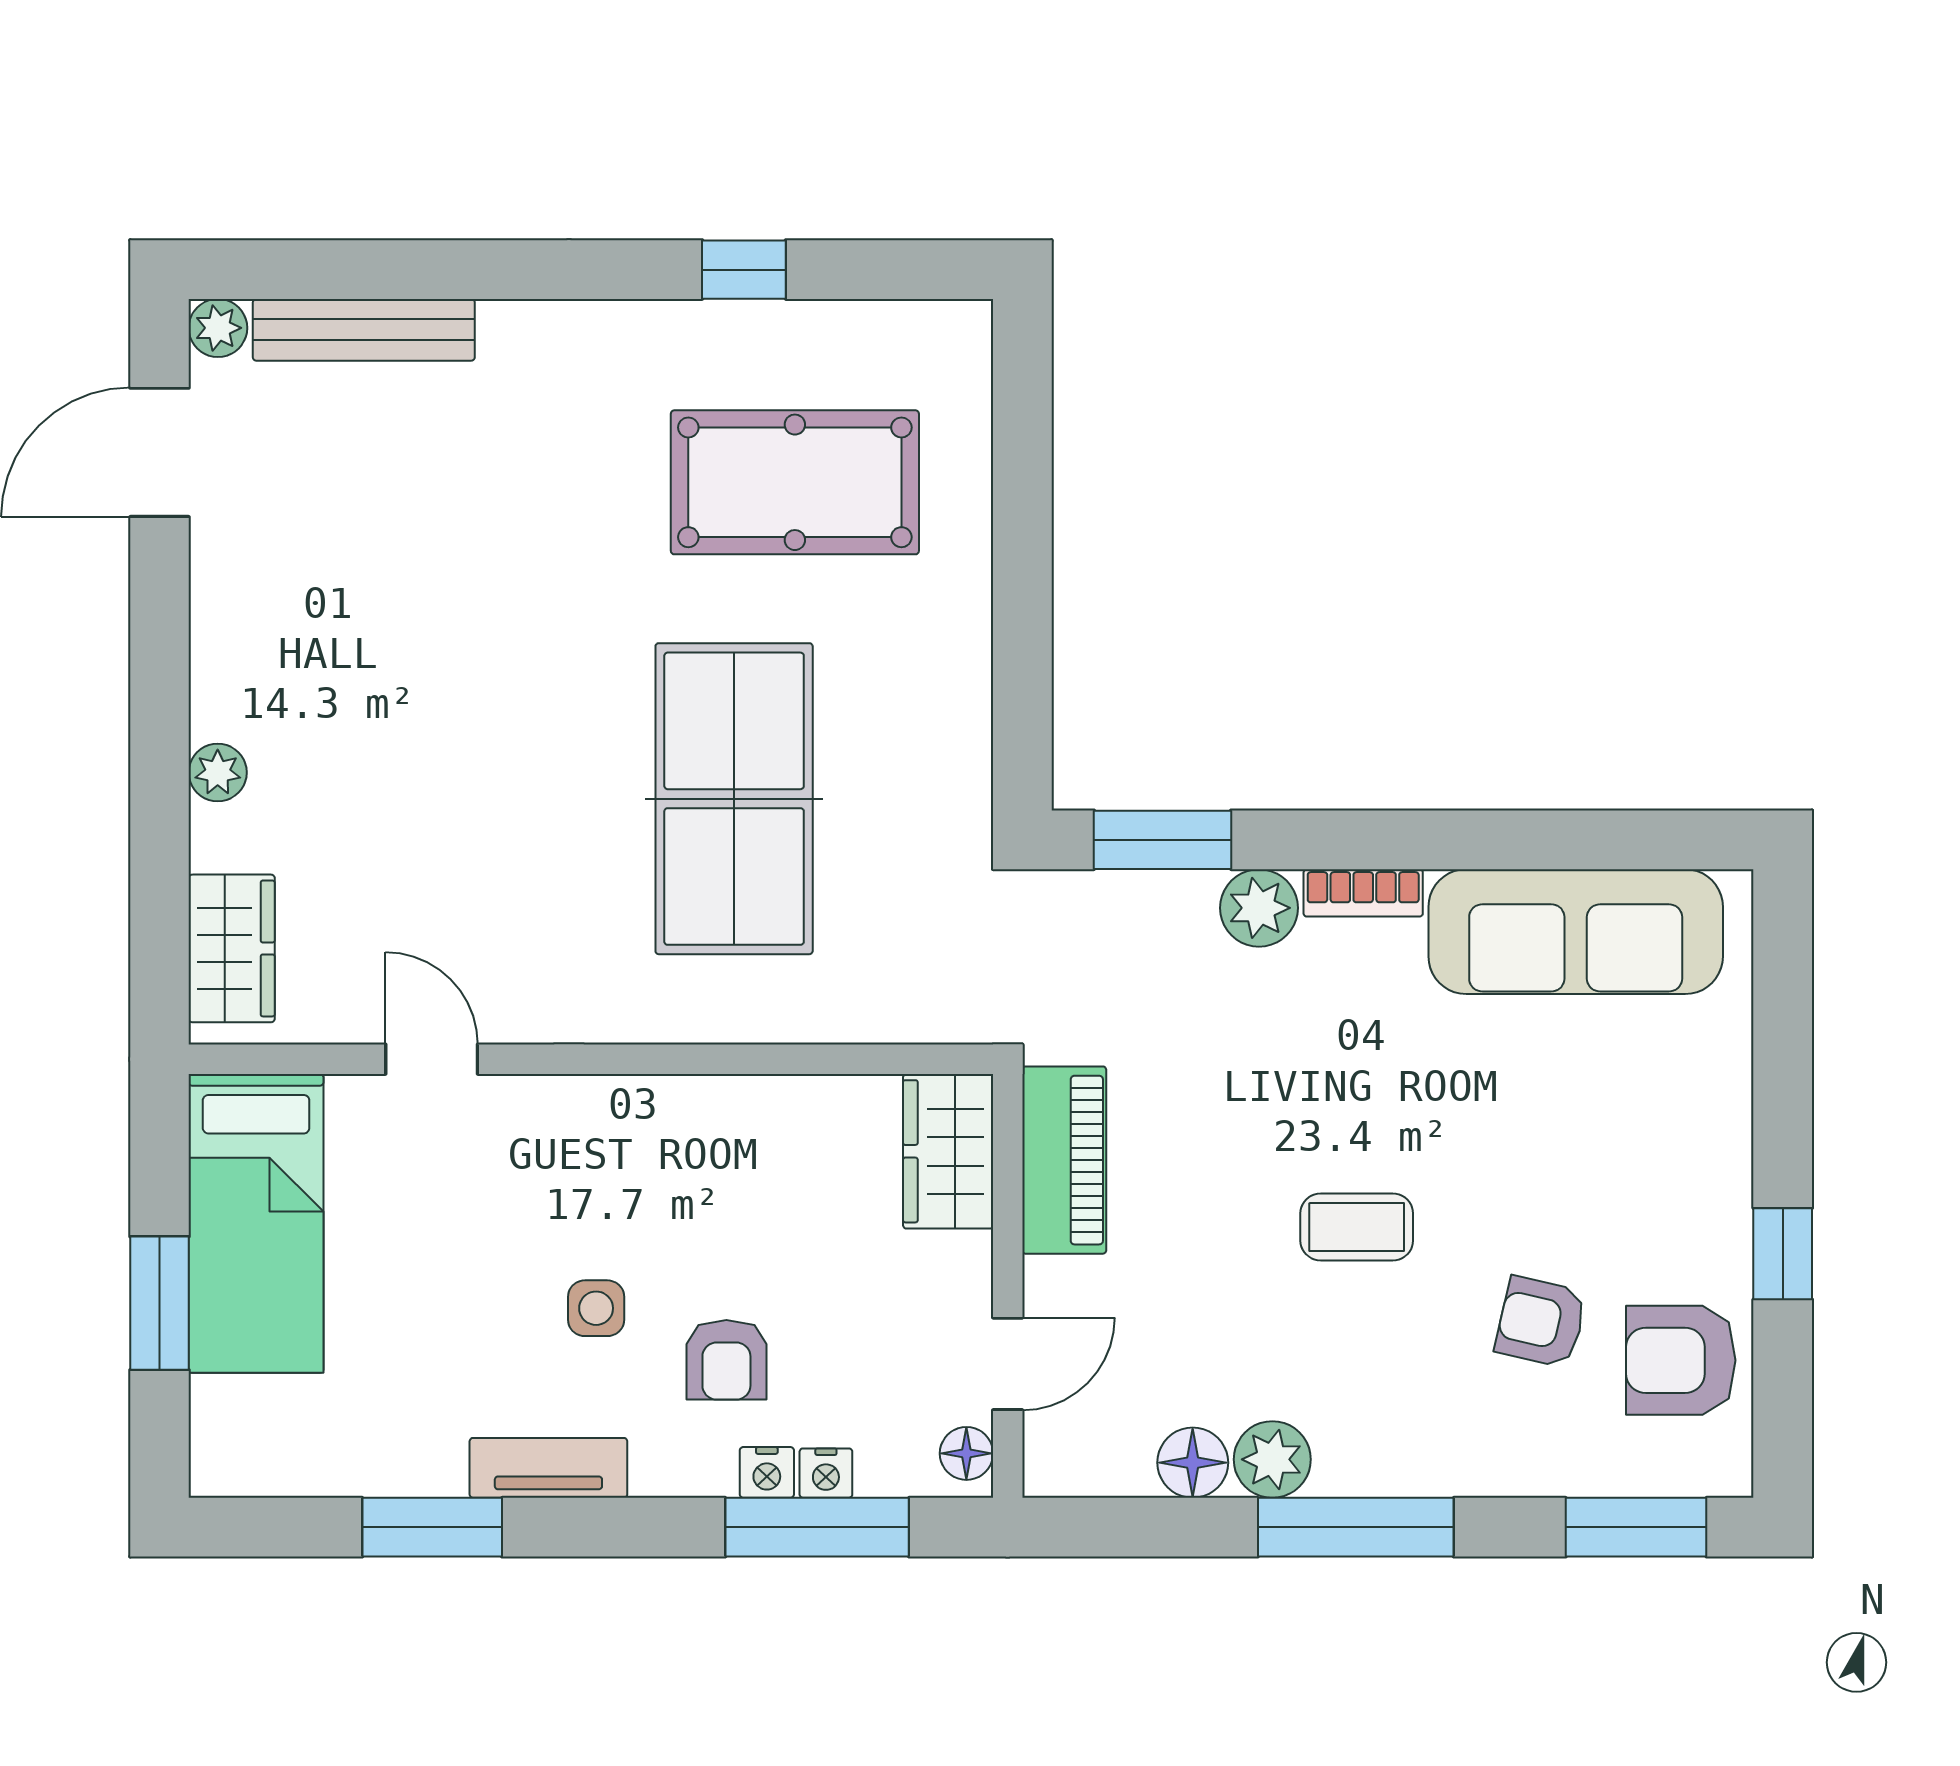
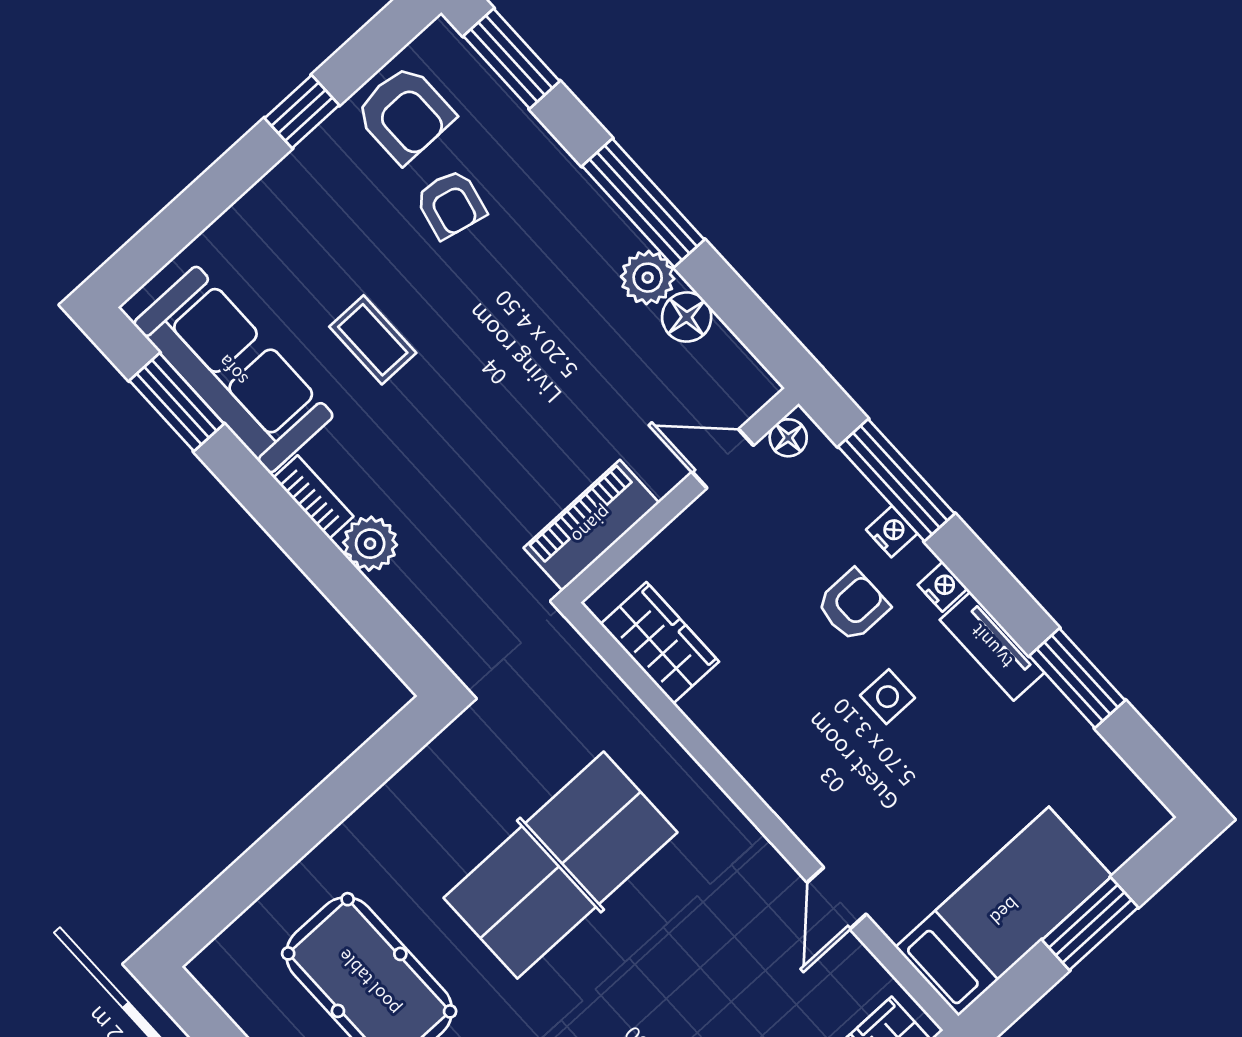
window: (1163, 840) -> (177, 402), moved
wardrobe: (948, 1151) -> (660, 643), moved, turned -90
coffee table: (1357, 1227) -> (373, 340), moved
nightstand: (826, 1473) -> (943, 587), moved

